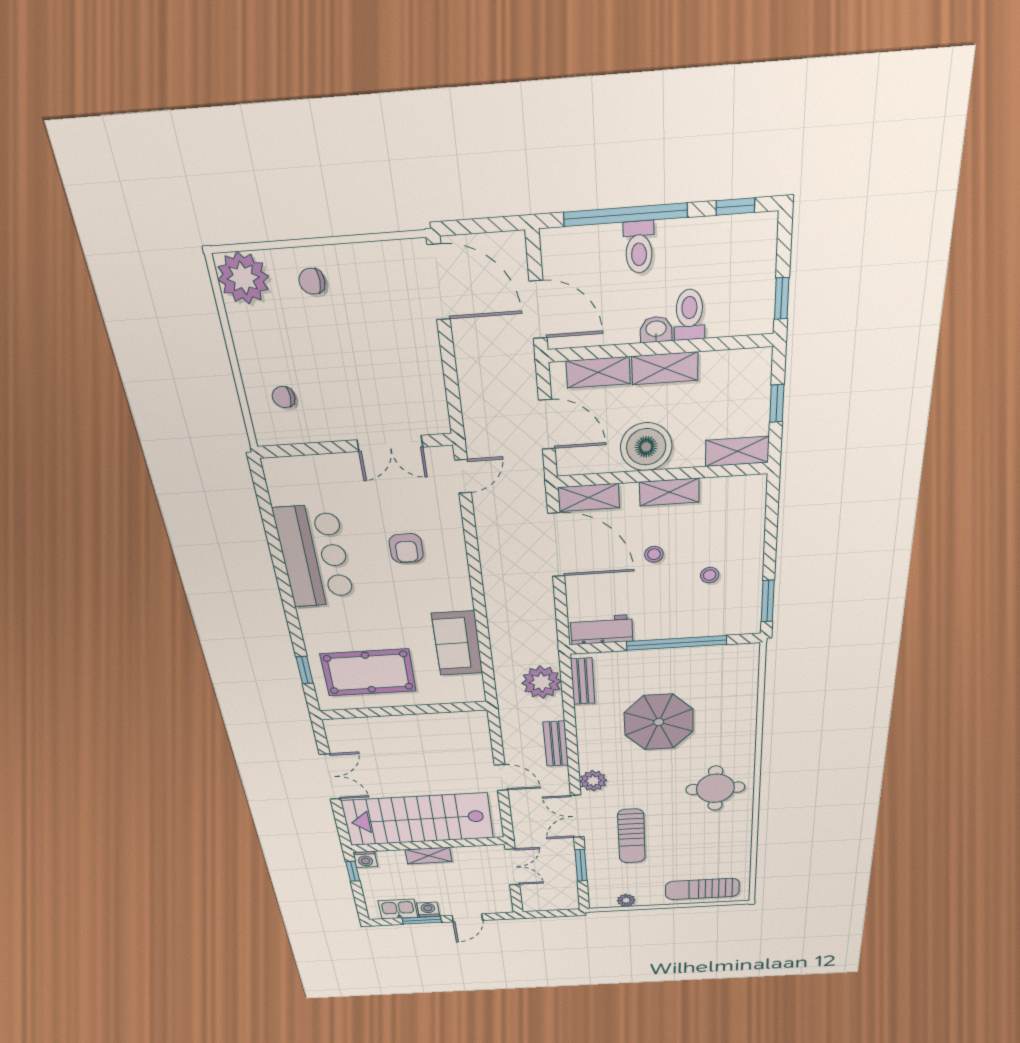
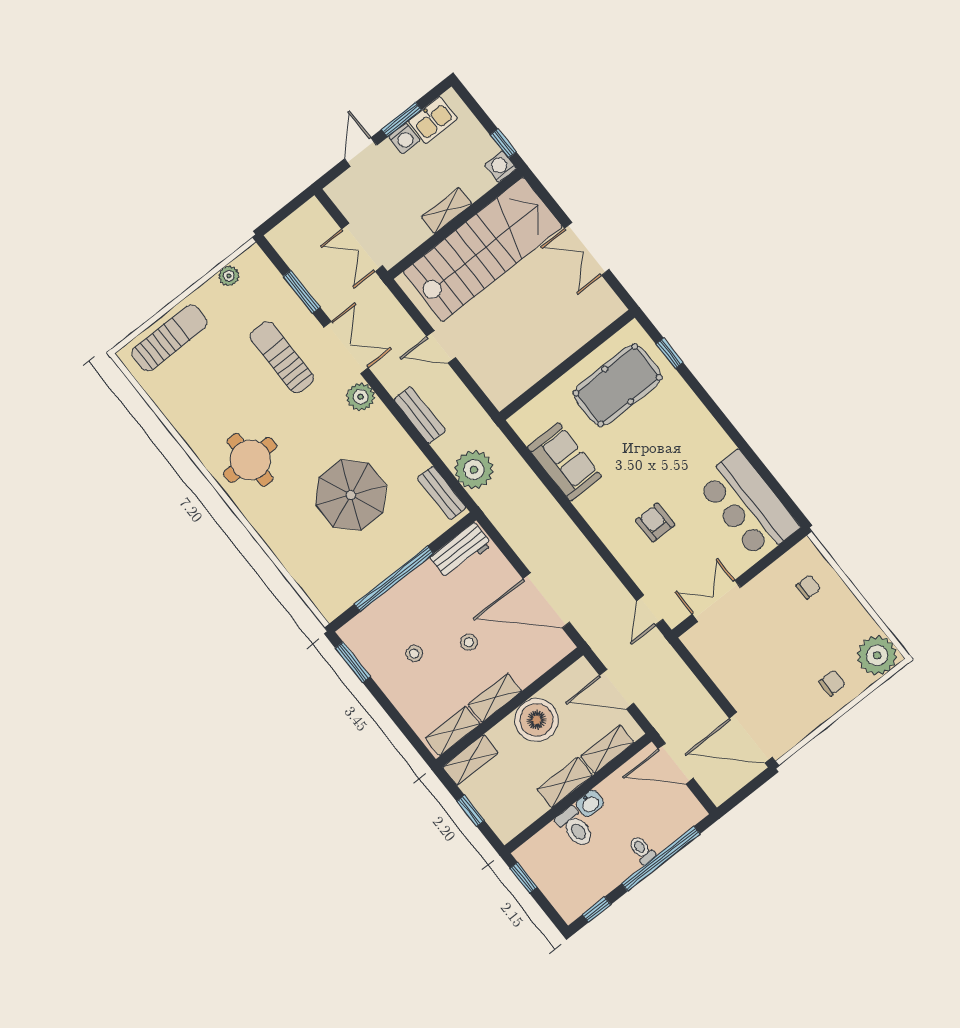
toilet: (639, 247) -> (642, 850), width x0.73, depth x0.72
shelving: (589, 498) -> (453, 731), moved
bar counter: (314, 556) -> (748, 505), moved

